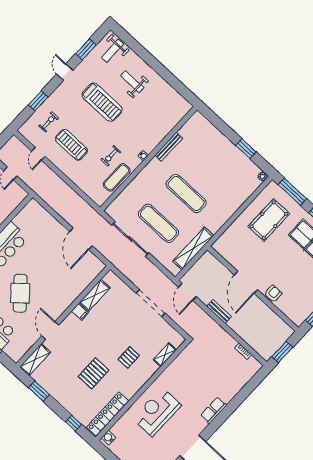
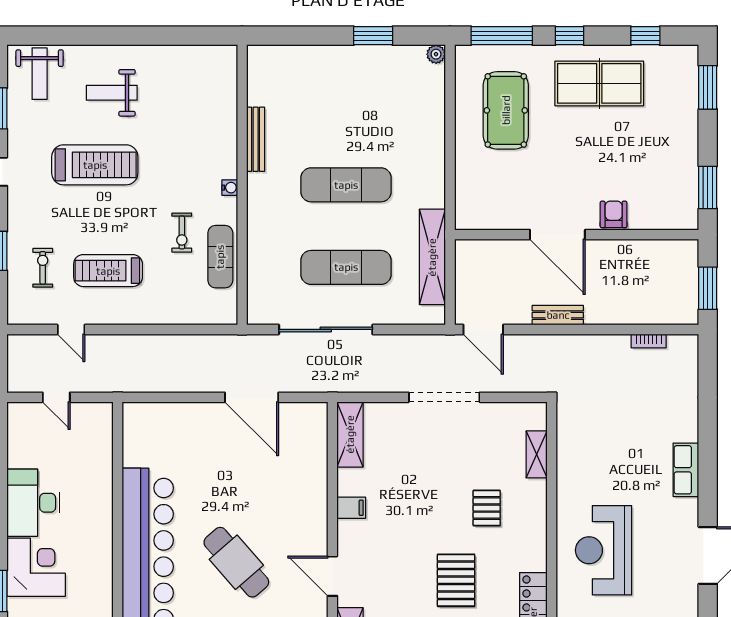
shelving: (95, 295) -> (350, 434), moved

